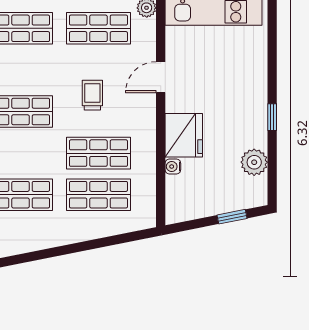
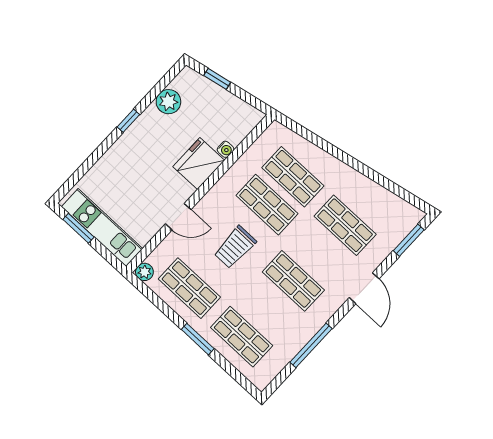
trolley: (92, 95) -> (235, 247), width x1.36, depth x1.39

